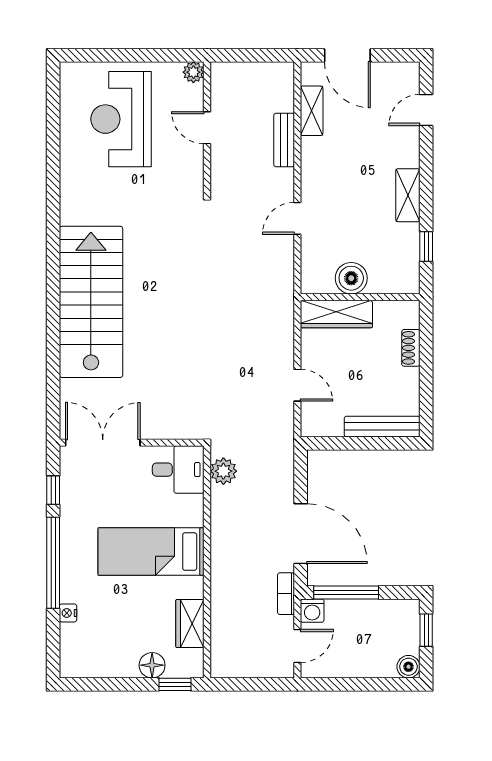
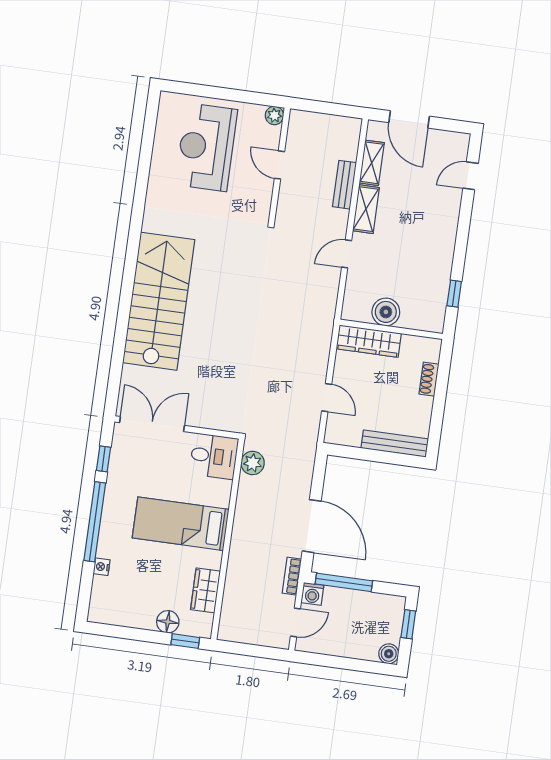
shelving: (408, 195) -> (366, 209), moved

